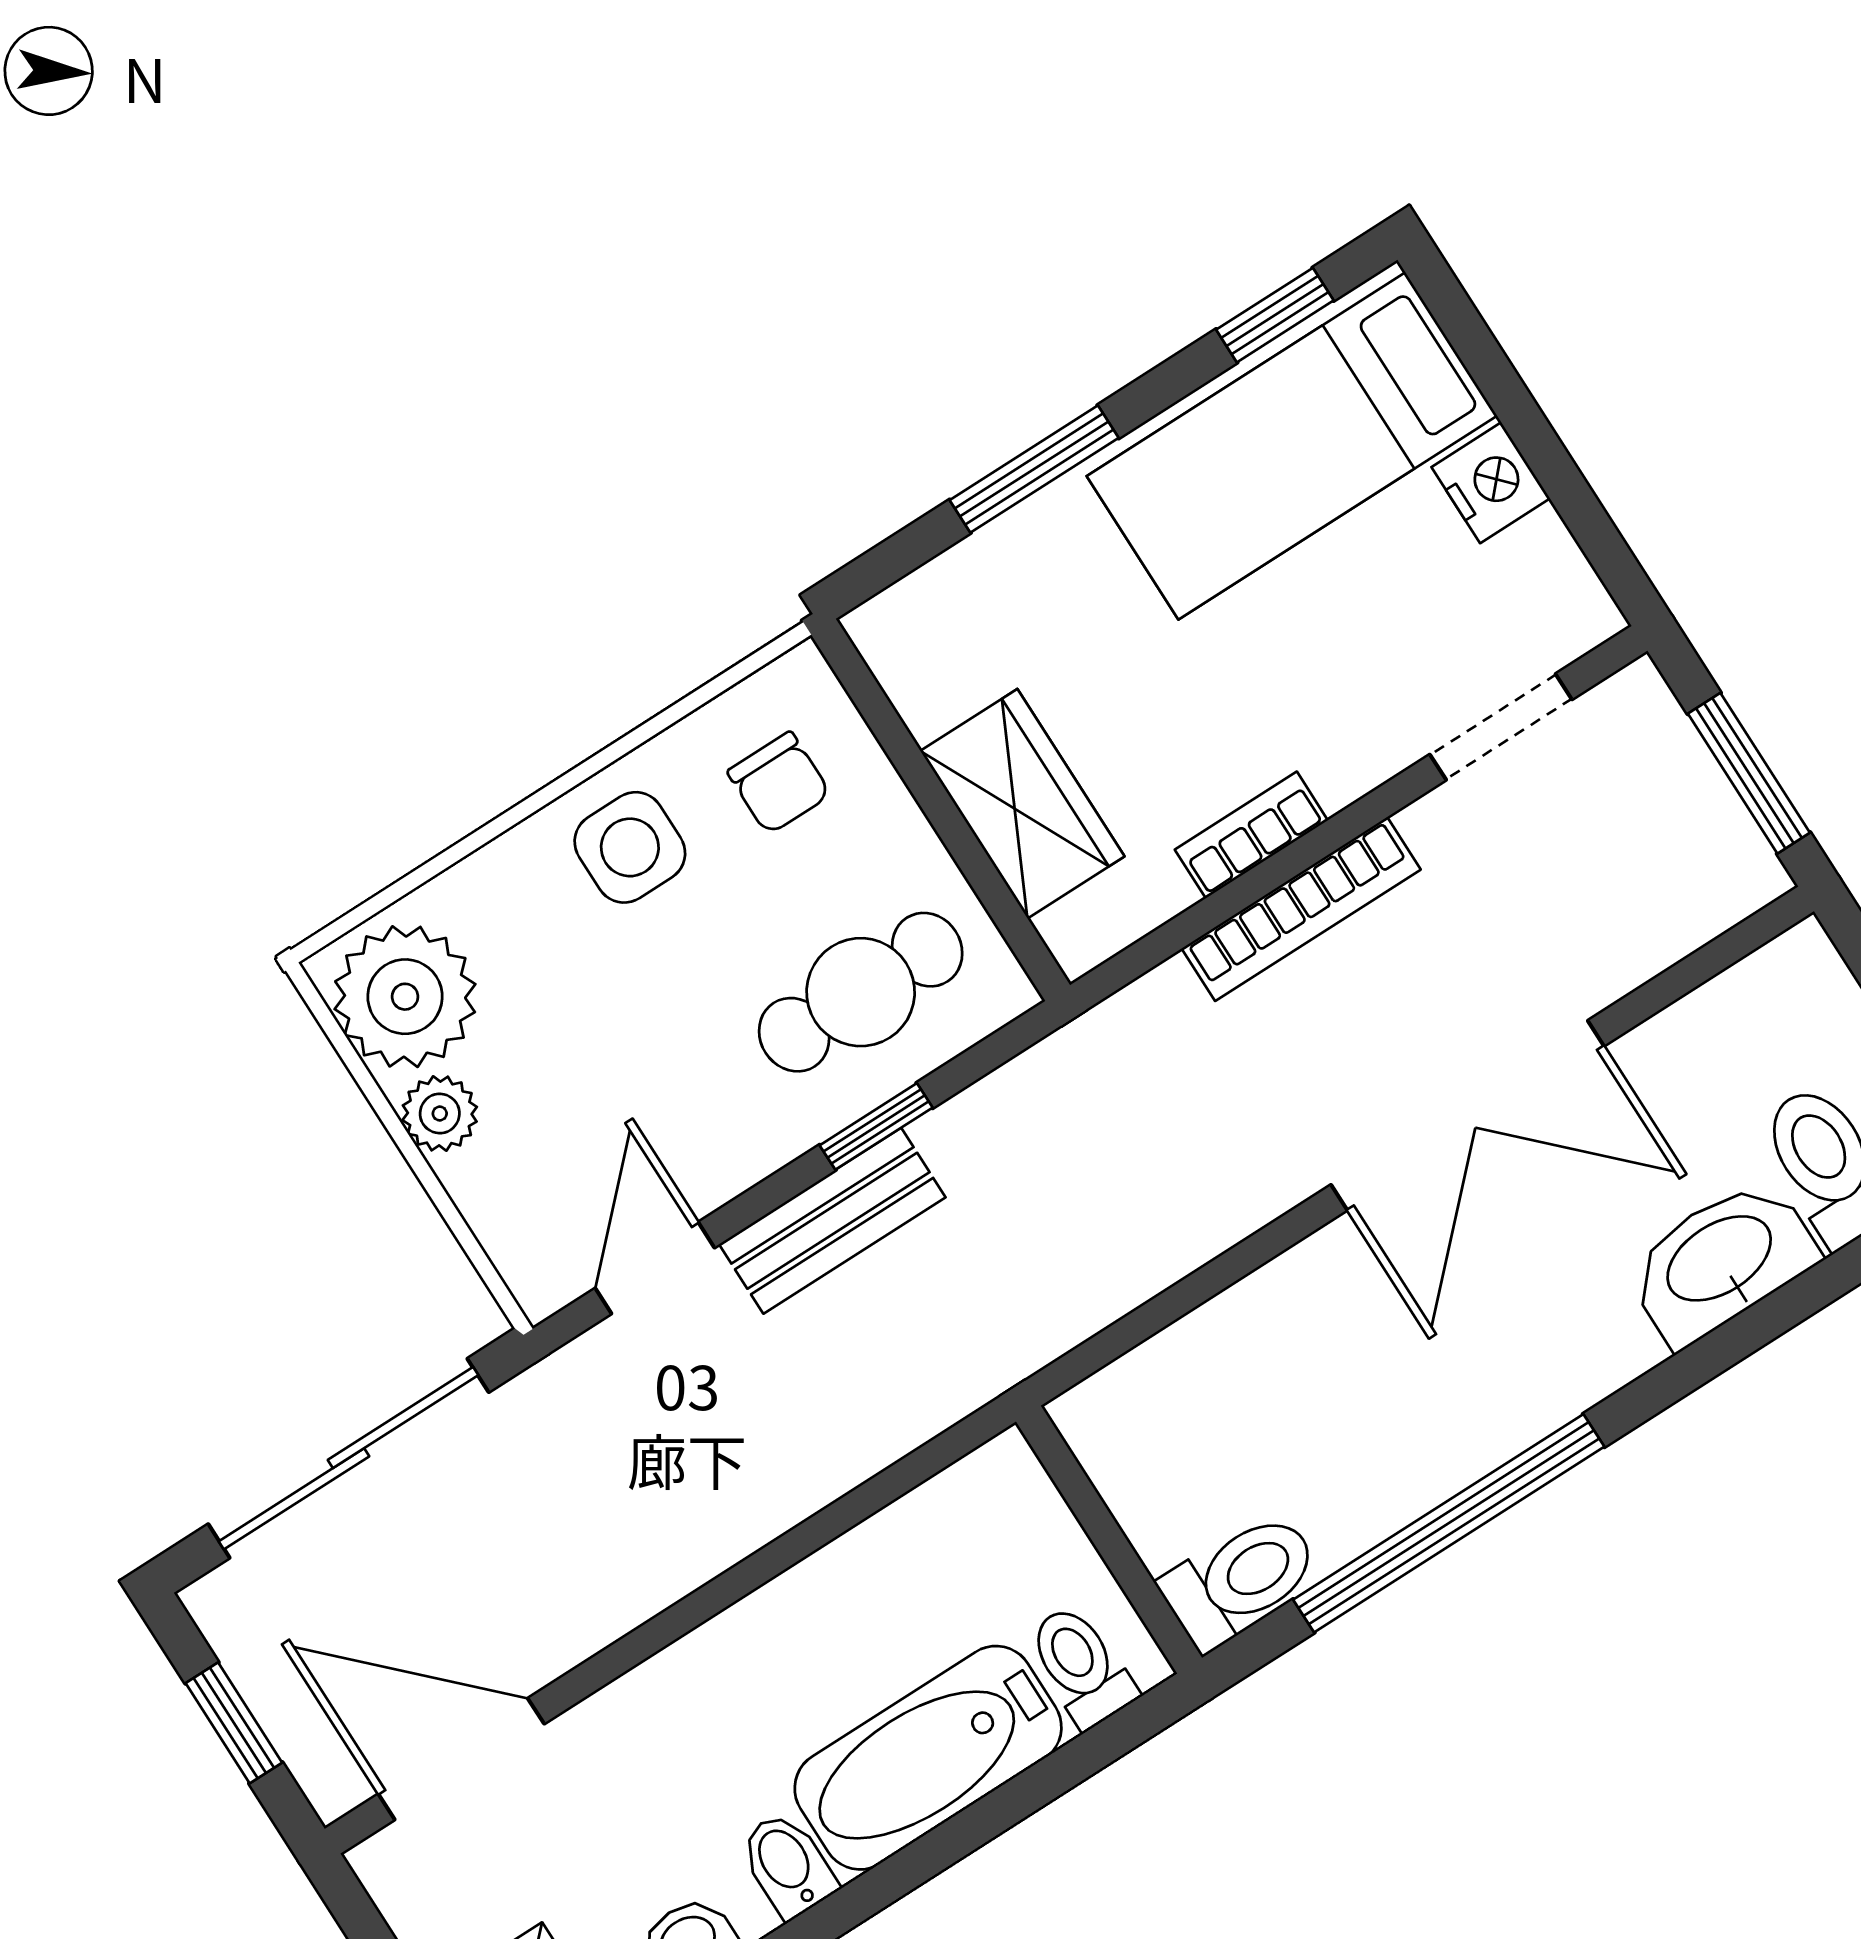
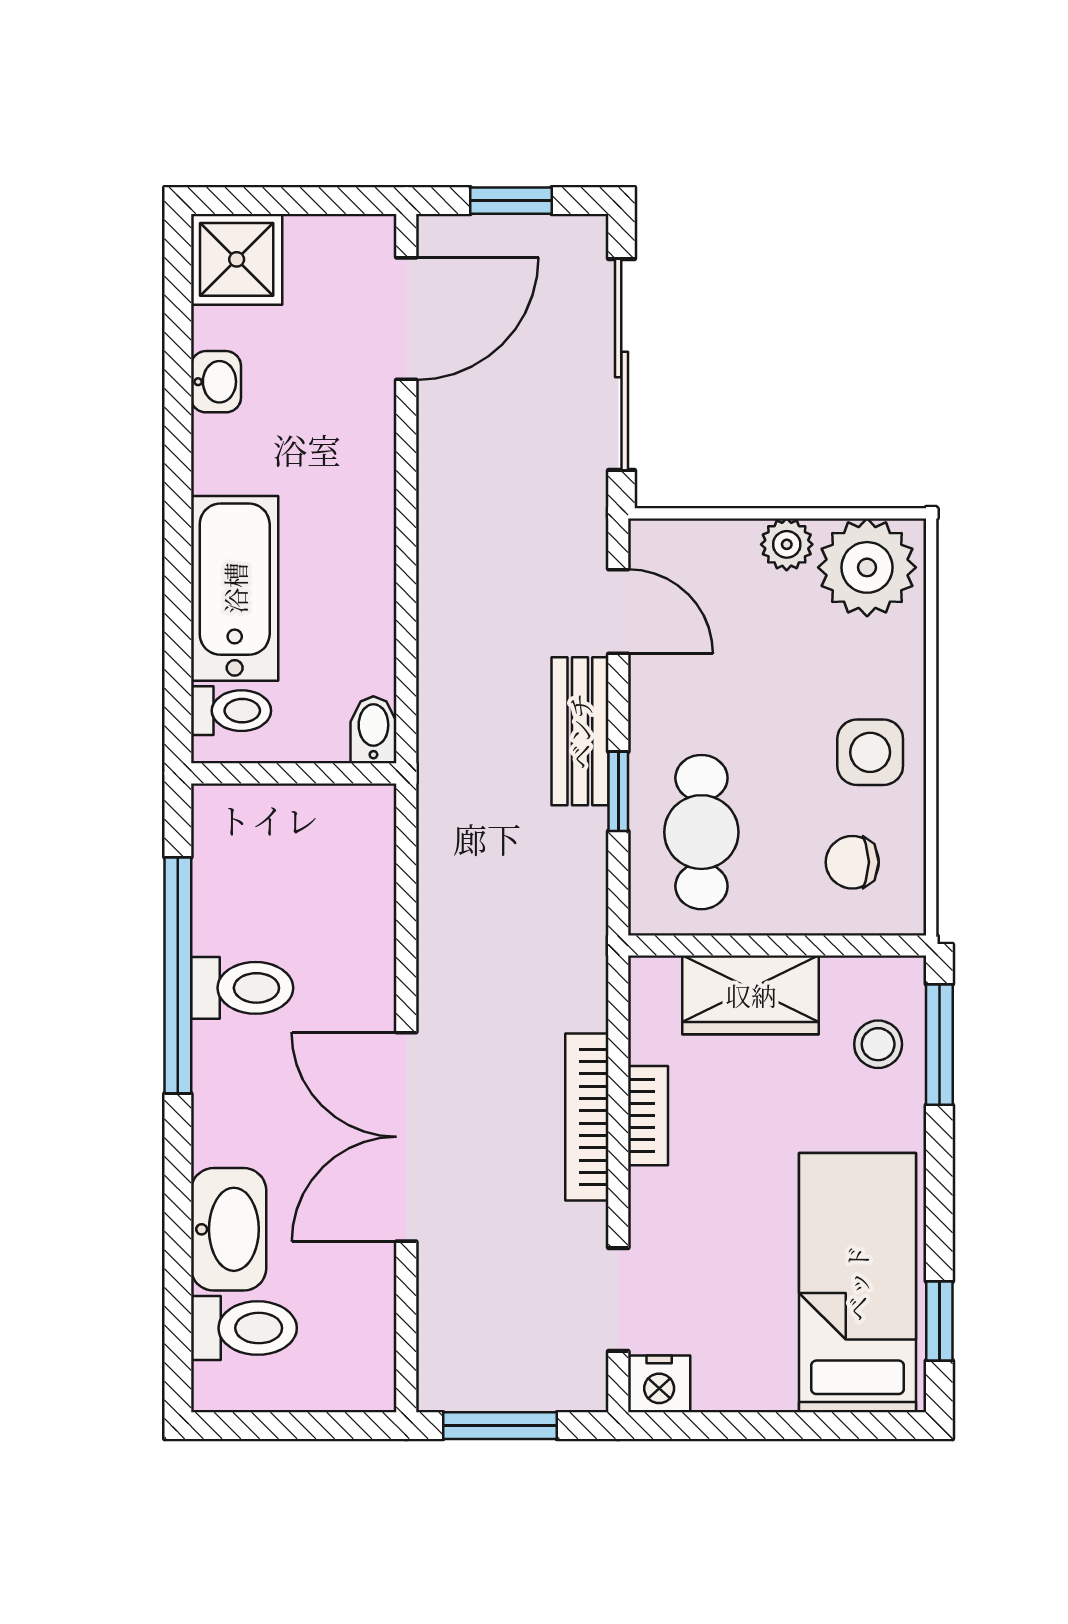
window: (1034, 469) -> (939, 1045), moved
nightstand: (1491, 483) -> (659, 1384), moved
stool: (983, 608) -> (878, 1044), added
toilet: (1240, 1580) -> (242, 988), moved, turned -90
bidet: (788, 1865) -> (373, 730), moved, turned -90

